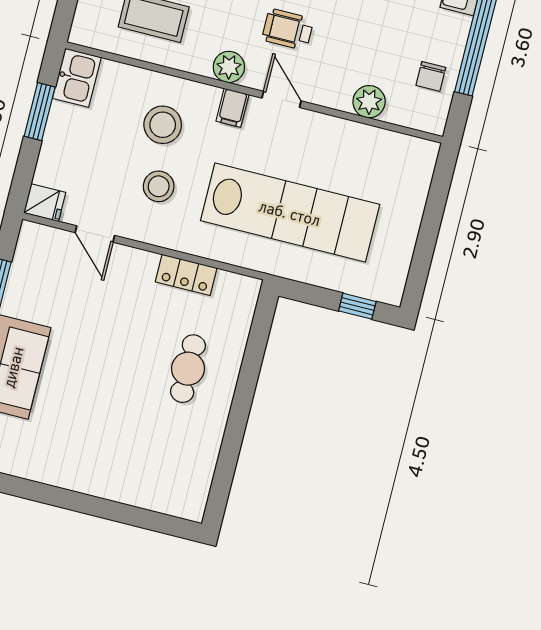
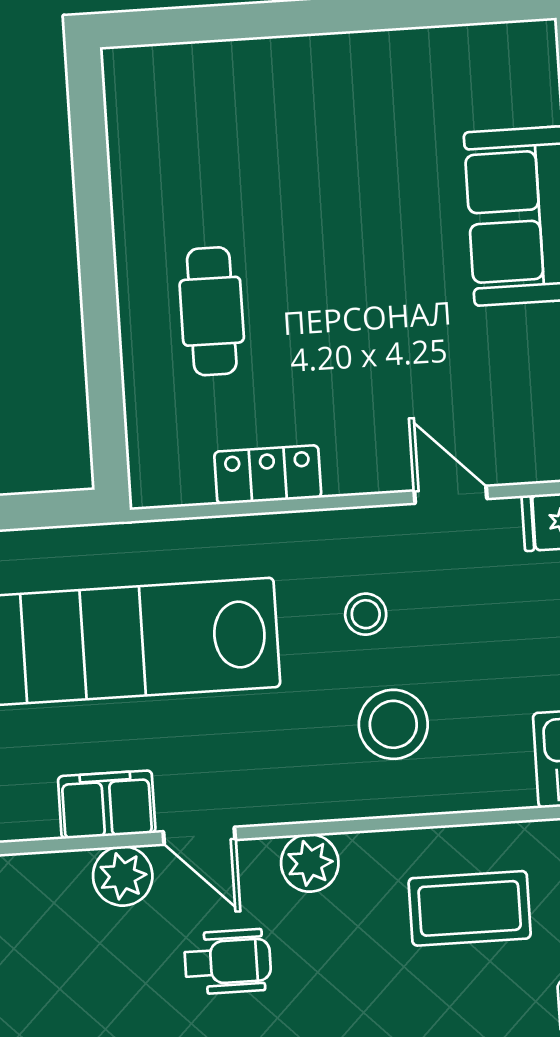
plant: (369, 102) -> (123, 876), moved
filing cabinet: (232, 108) -> (107, 805), moved, width x2.00
stool: (159, 186) -> (366, 614), width x0.73, depth x0.73

